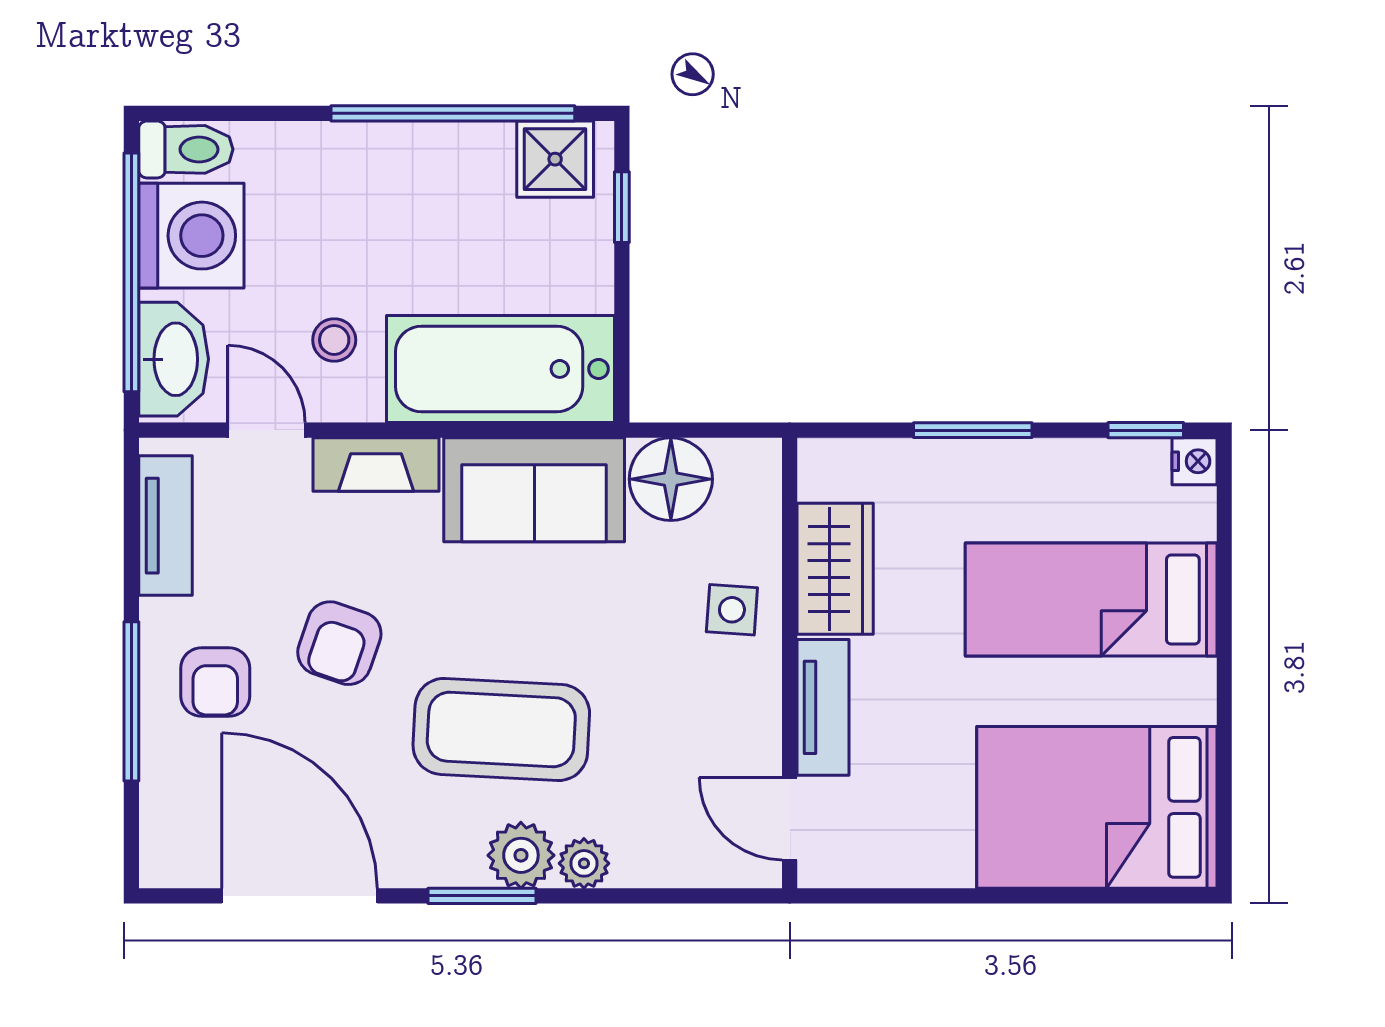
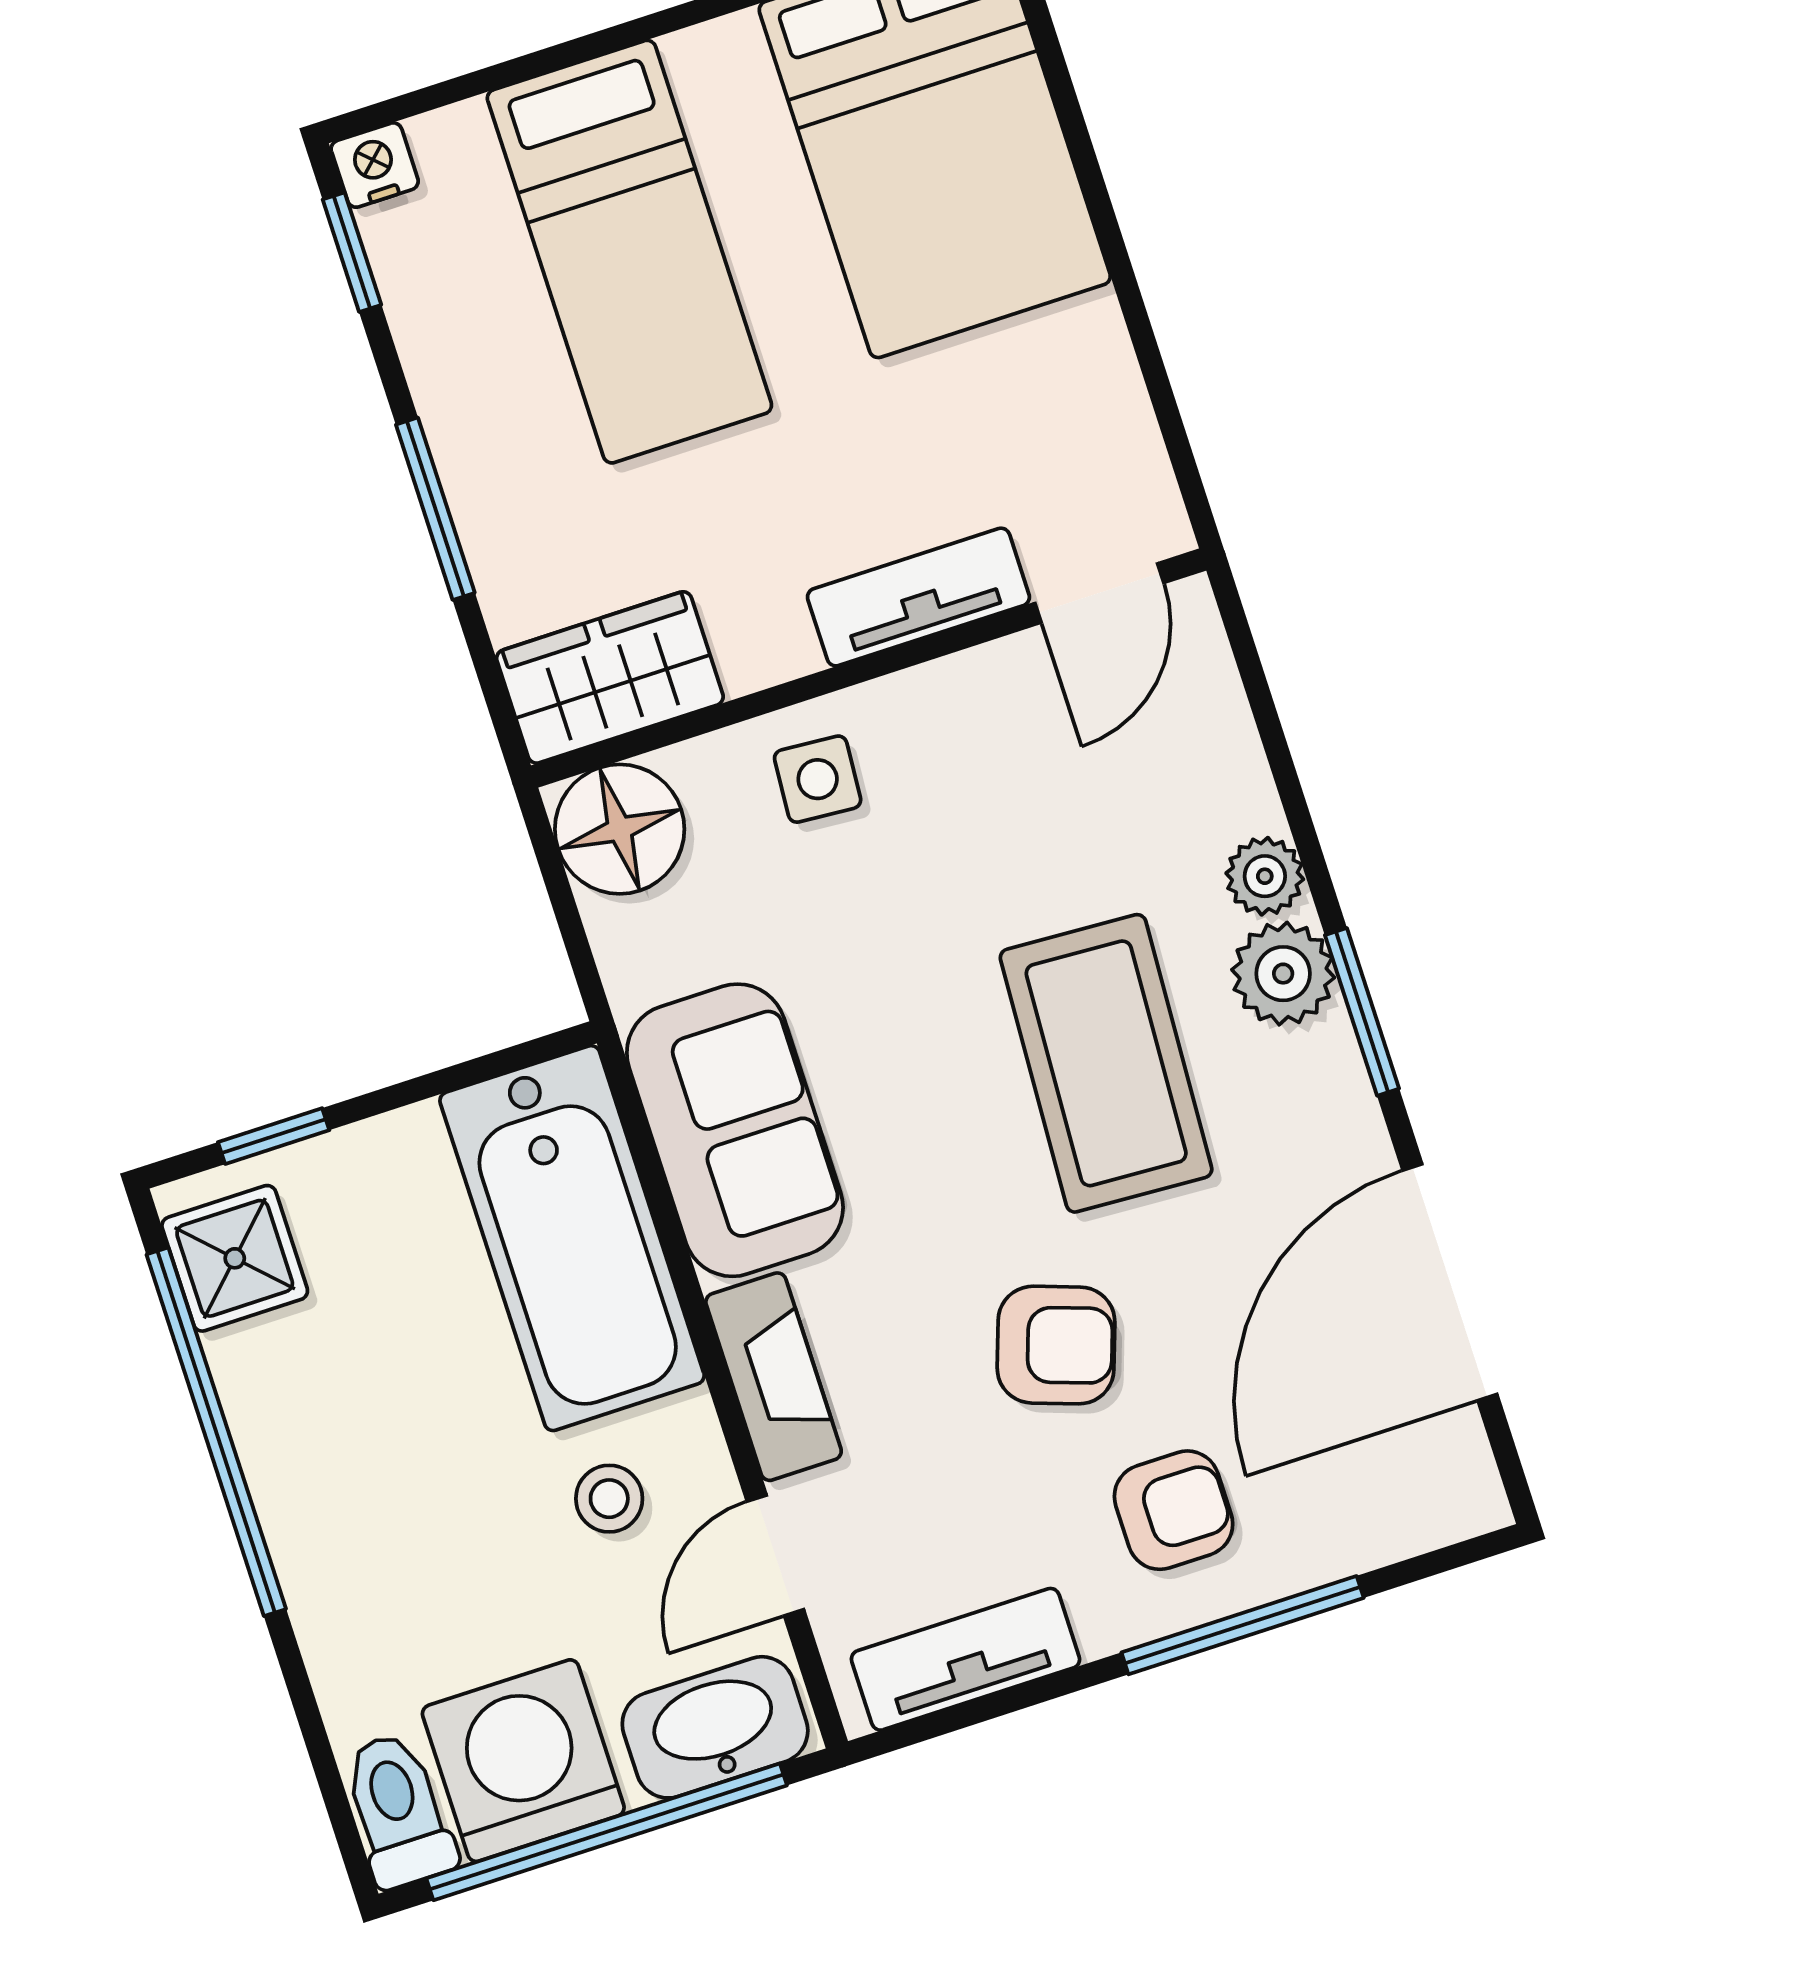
floor lamp: (671, 479) -> (620, 829), moved
wardrobe: (835, 569) -> (610, 677), moved

